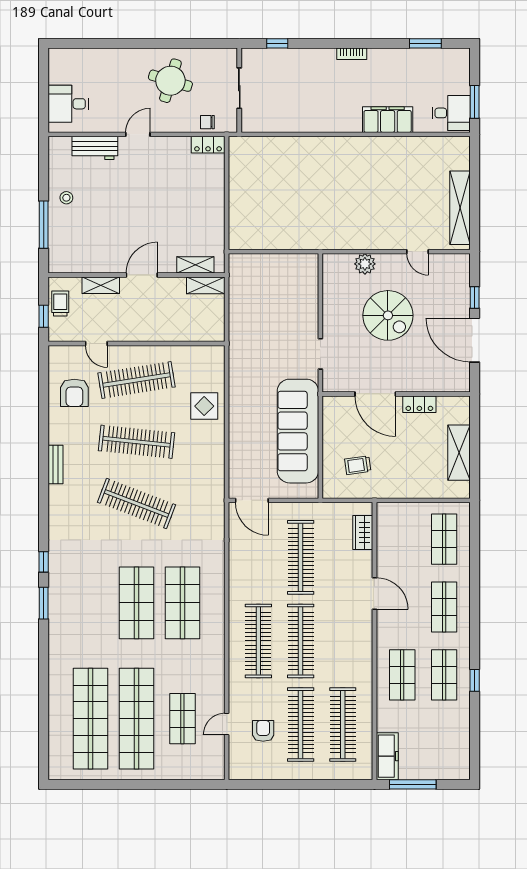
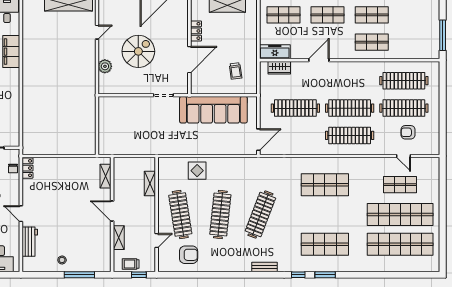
shelving: (206, 285) -> (150, 183), moved
bench: (56, 464) -> (264, 267), moved
shop shelf: (136, 603) -> (325, 244), moved
freezer: (387, 756) -> (275, 52), moved

